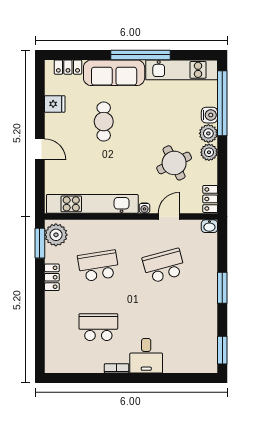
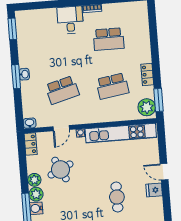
fridge: (55, 104) -> (154, 190), moved
washbasin: (211, 290) -> (24, 74), added

